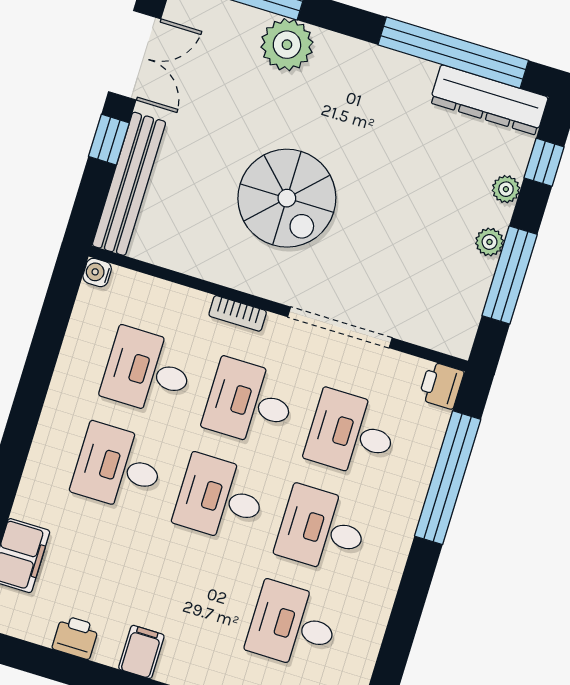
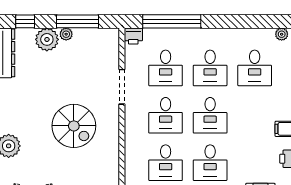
plant: (506, 189) -> (47, 39), width x1.87, depth x1.87
spiral stairs: (287, 198) -> (74, 126), turned 90
bookcase: (238, 313) -> (129, 132), removed
doorway: (340, 327) -> (122, 87), width x0.73

